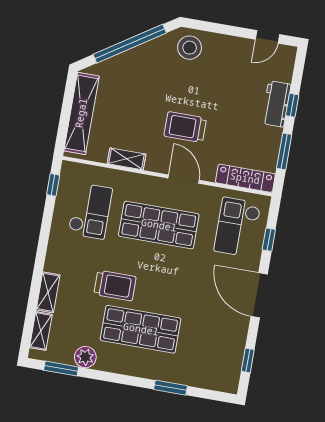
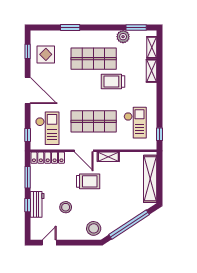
stool: (230, 91) -> (66, 207), added
shelving: (127, 159) -> (108, 157), moved
checkout: (90, 211) -> (135, 123), turned 180
window: (269, 240) -> (28, 135), moved
display table: (219, 350) -> (46, 54), added

